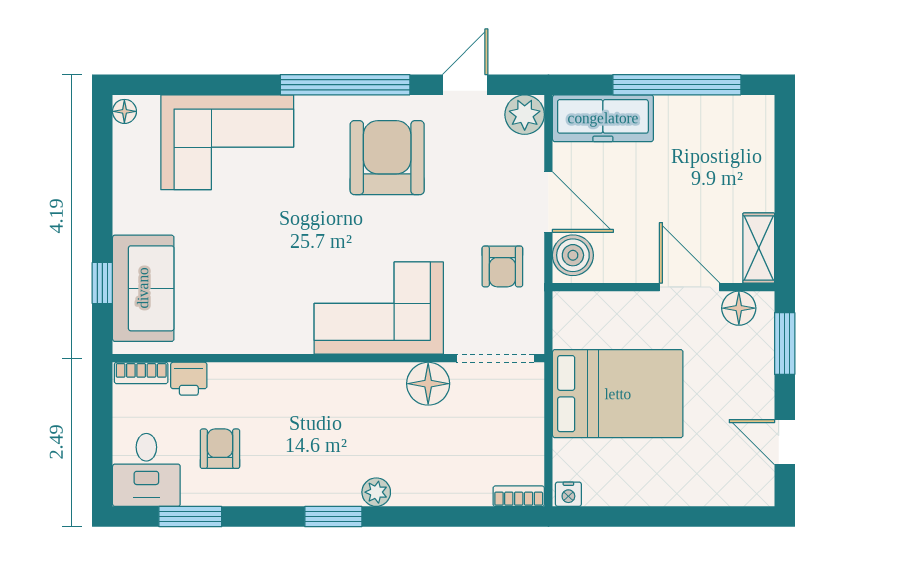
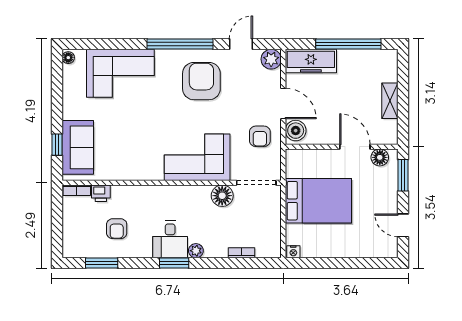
shelving: (759, 248) -> (390, 101), moved
armchair: (220, 449) -> (117, 229), turned 180
desk: (146, 470) -> (170, 239), moved
bookcase: (519, 496) -> (241, 253), moved

